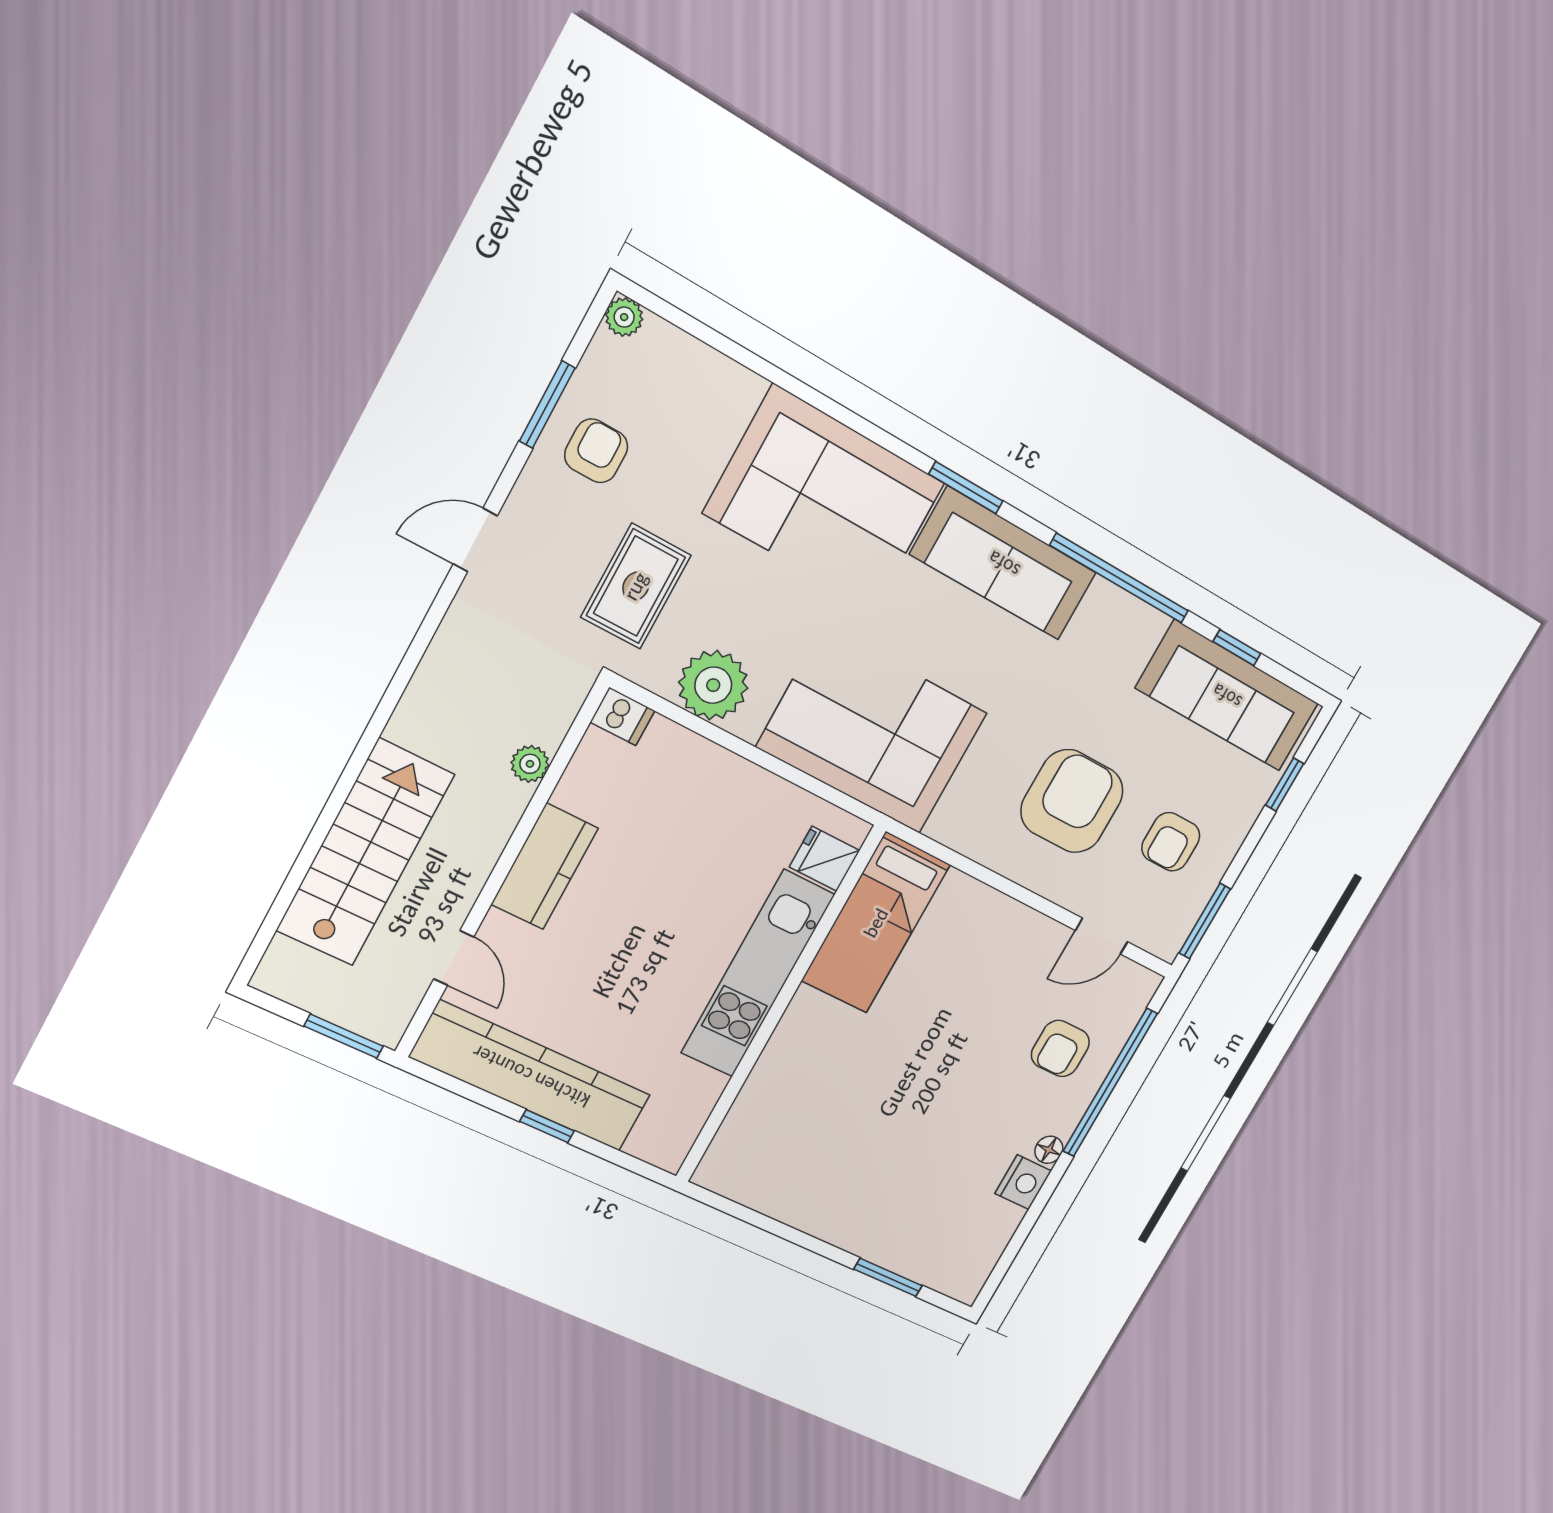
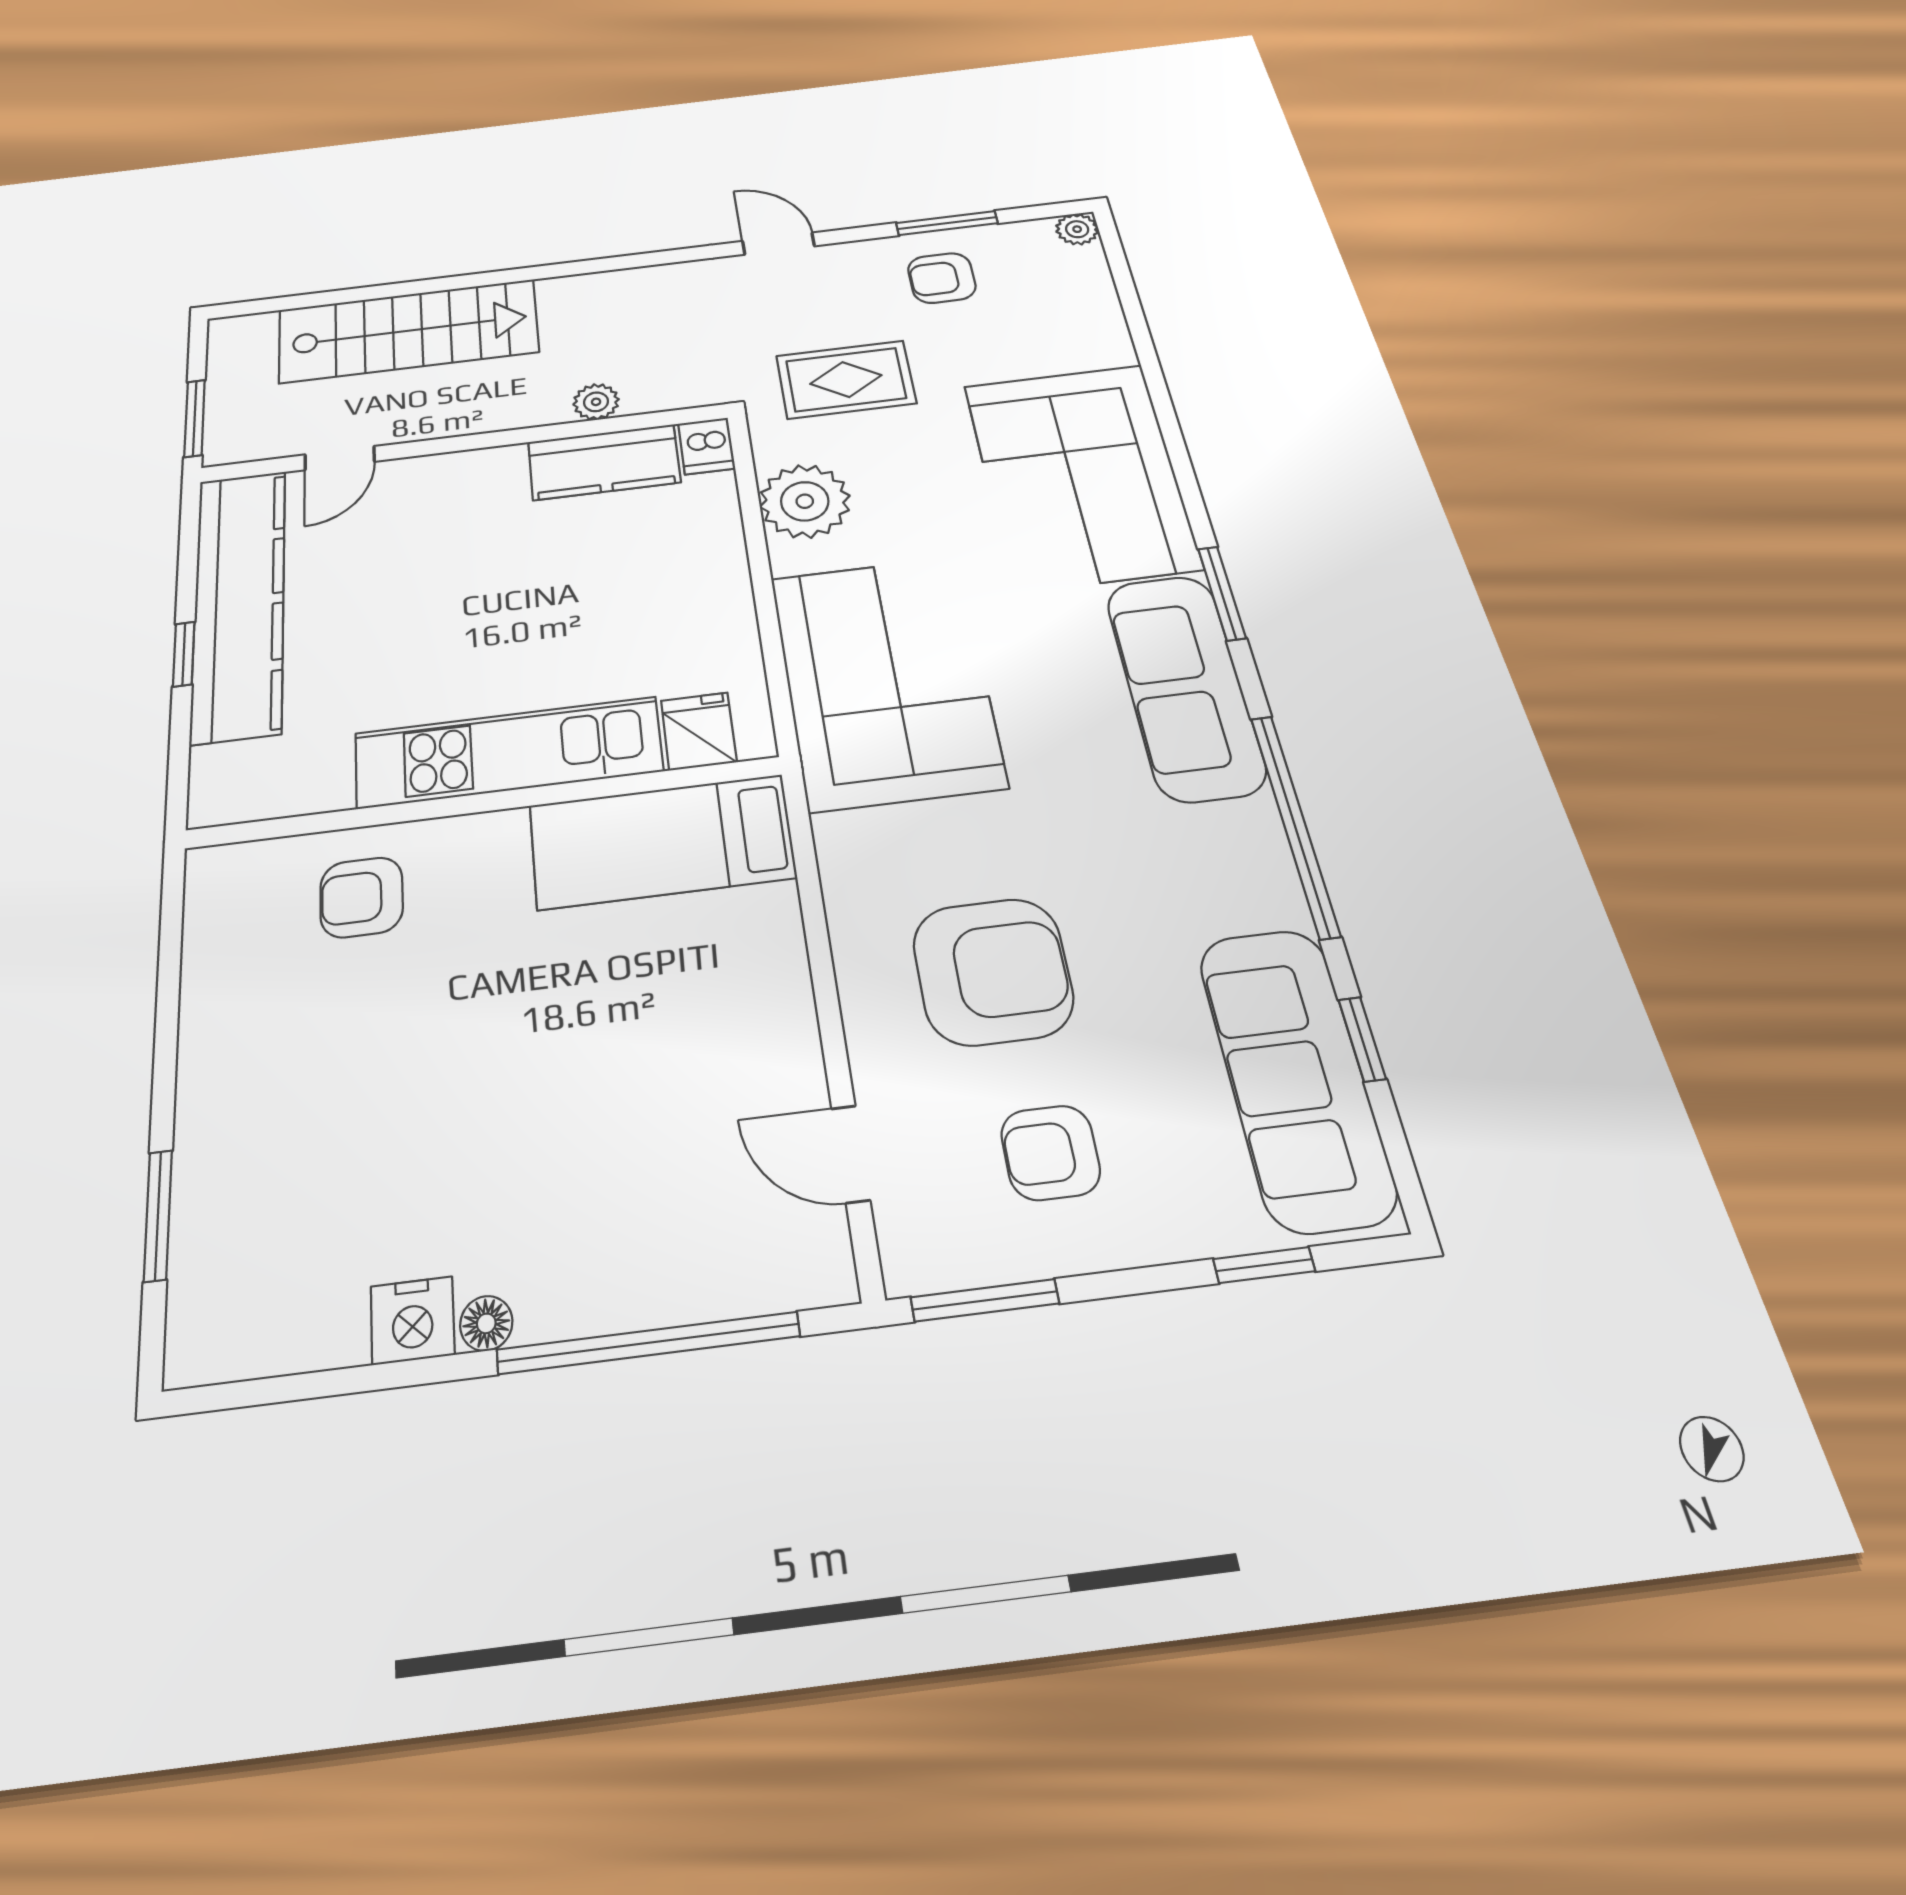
armchair: (596, 451) -> (942, 278), turned 180
kitchen counter: (545, 866) -> (604, 462), moved
armchair: (1060, 1048) -> (362, 897), moved

